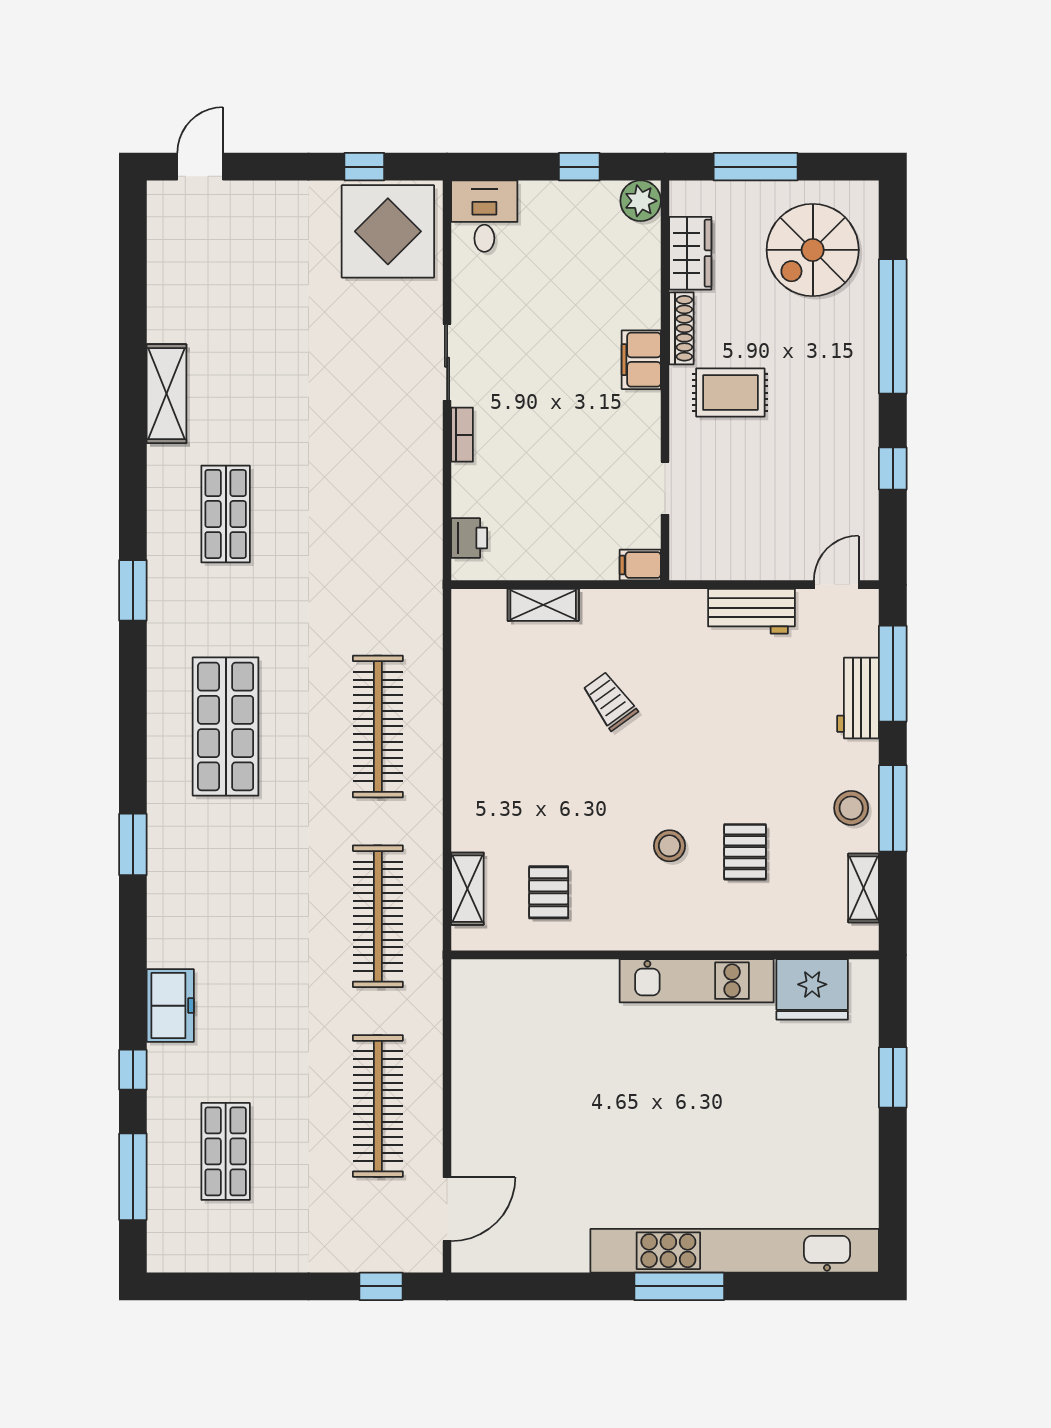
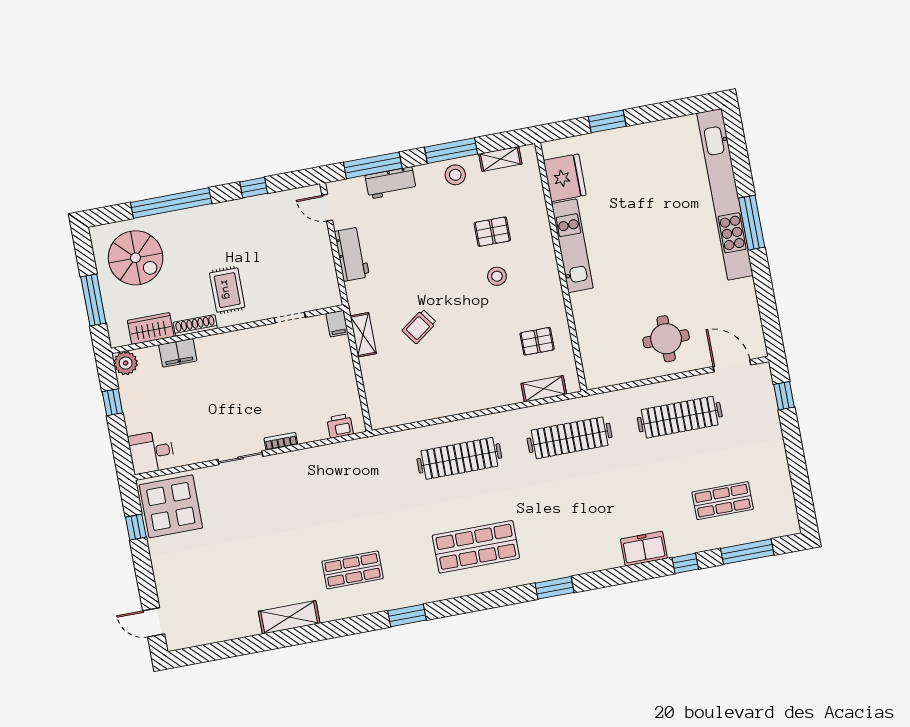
filing cabinet: (641, 360) -> (178, 353), moved
shelving: (543, 605) -> (363, 335), moved
round table: (513, 1108) -> (666, 339), added

